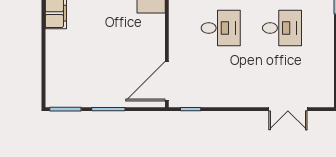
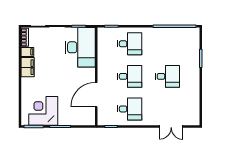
door: (167, 81) -> (96, 95), moved
desk: (221, 81) -> (130, 109), added
corner desk: (81, 84) -> (43, 111), added

